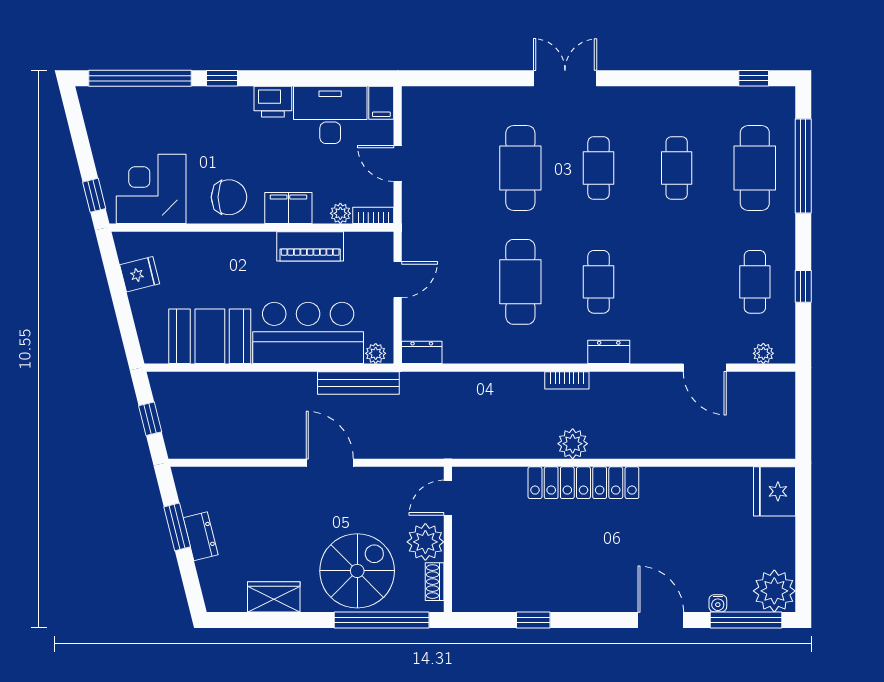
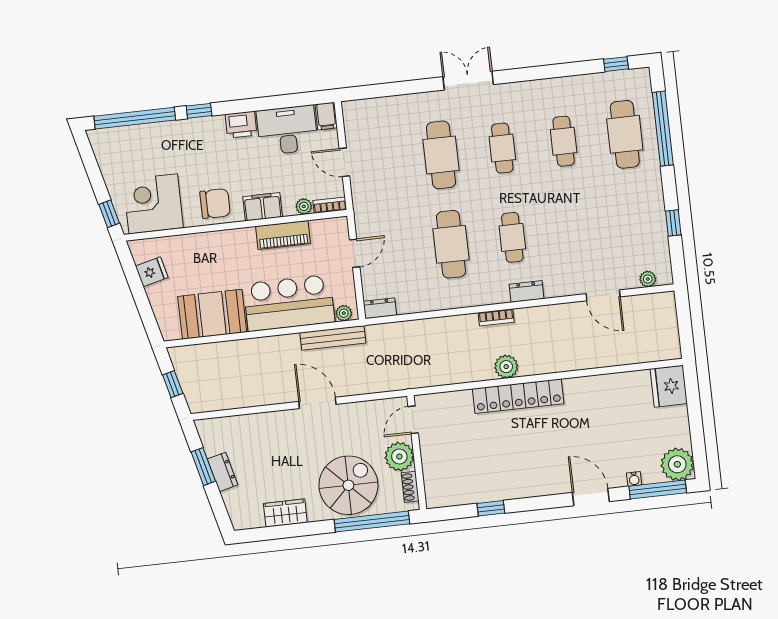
cafe table: (755, 282) -> (635, 224), removed

